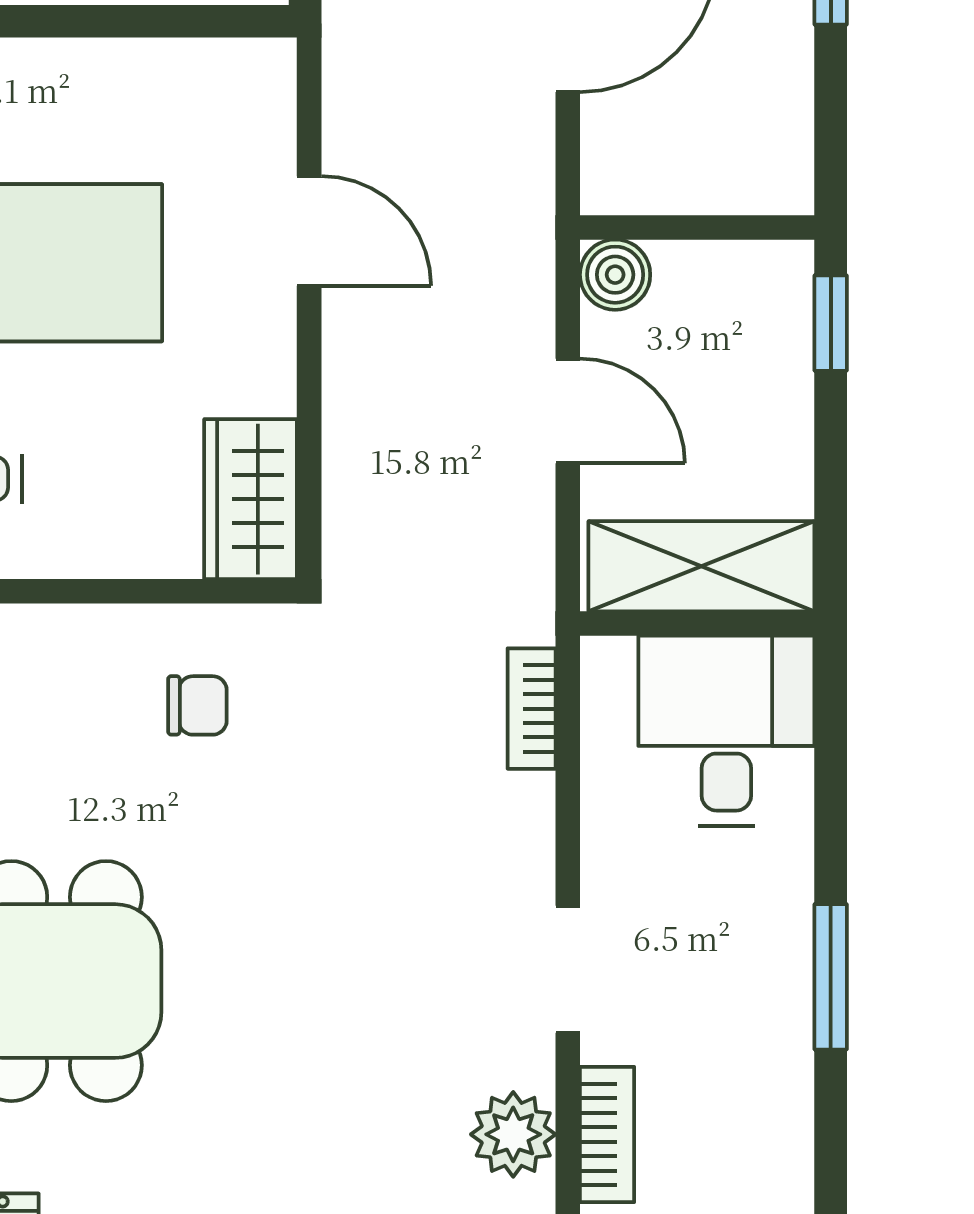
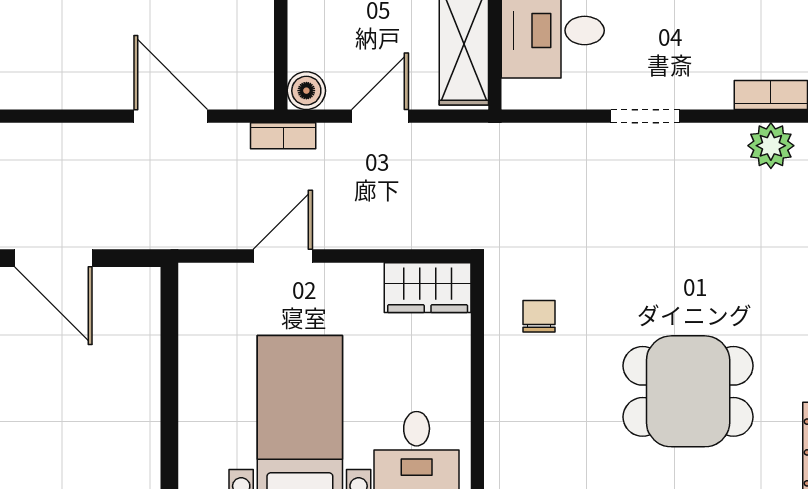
bookcase: (532, 709) -> (283, 136), moved
doorway: (568, 969) -> (645, 116), moved

